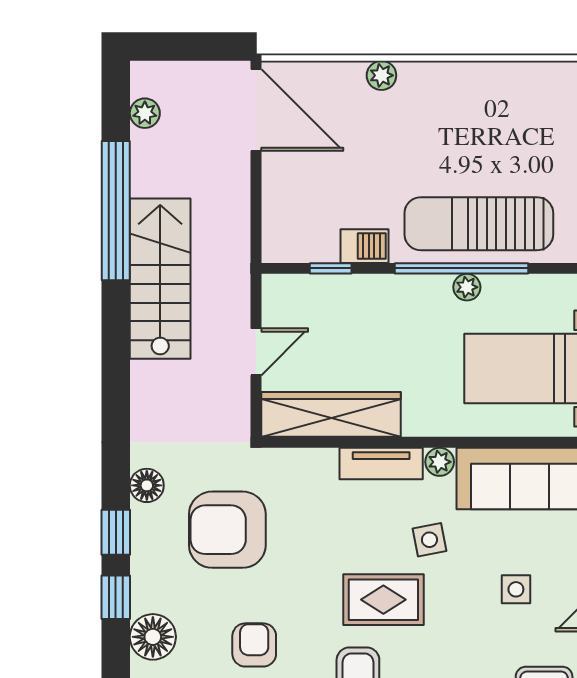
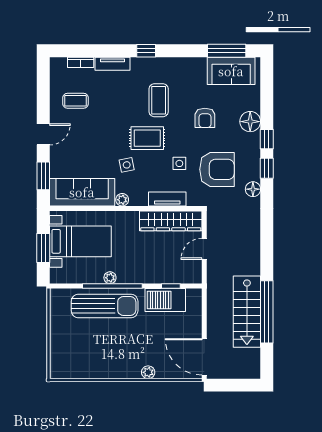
plant: (145, 113) -> (254, 355), removed
barbecue: (364, 246) -> (165, 300), width x1.88, depth x1.53
stairs: (160, 279) -> (247, 312), moved
tv unit: (381, 463) -> (167, 199), moved
side table: (516, 589) -> (179, 163), moved

